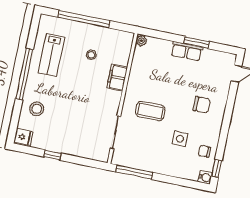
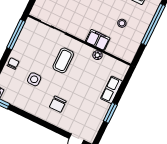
plant: (141, 41) -> (97, 55), moved
row of seats: (187, 51) -> (112, 90), moved
chair: (204, 151) -> (13, 64), moved

